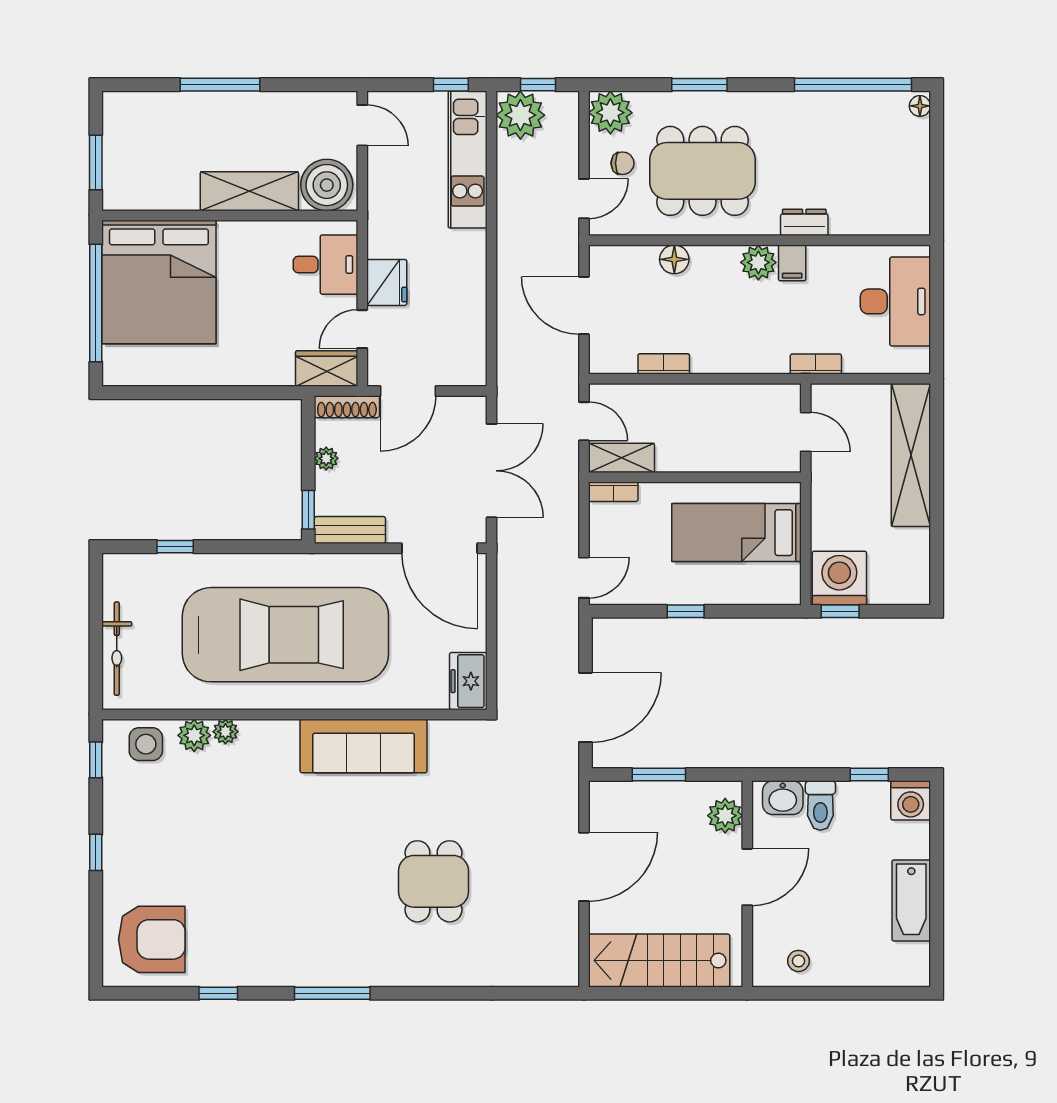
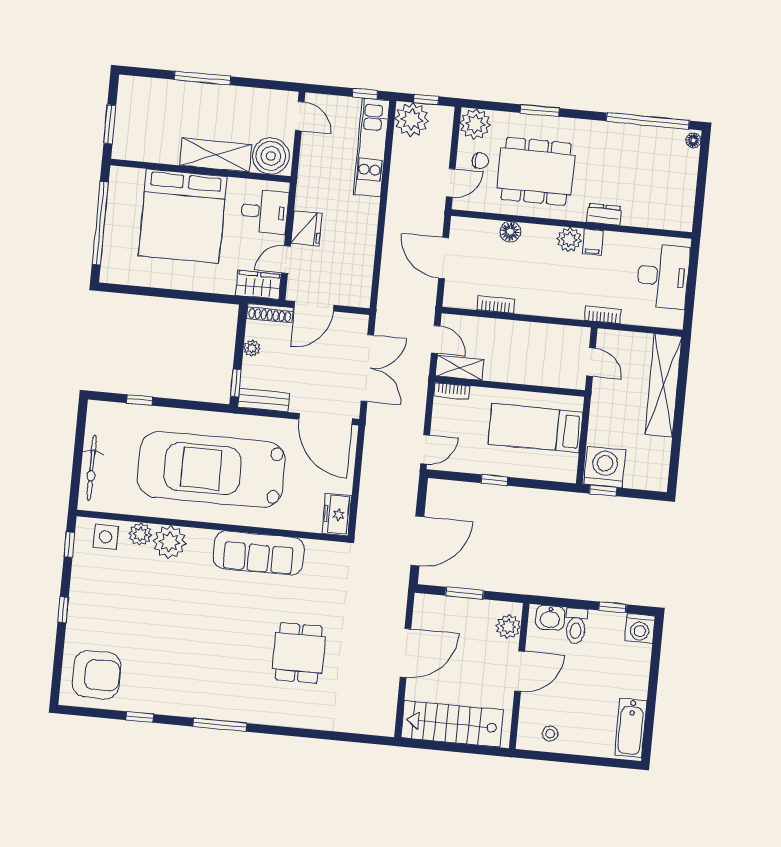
bed: (159, 282) -> (183, 216), moved
car: (285, 635) -> (211, 469), turned 180
plant: (225, 732) -> (169, 542), width x1.88, depth x1.88
bathtub: (911, 900) -> (631, 728), moved

